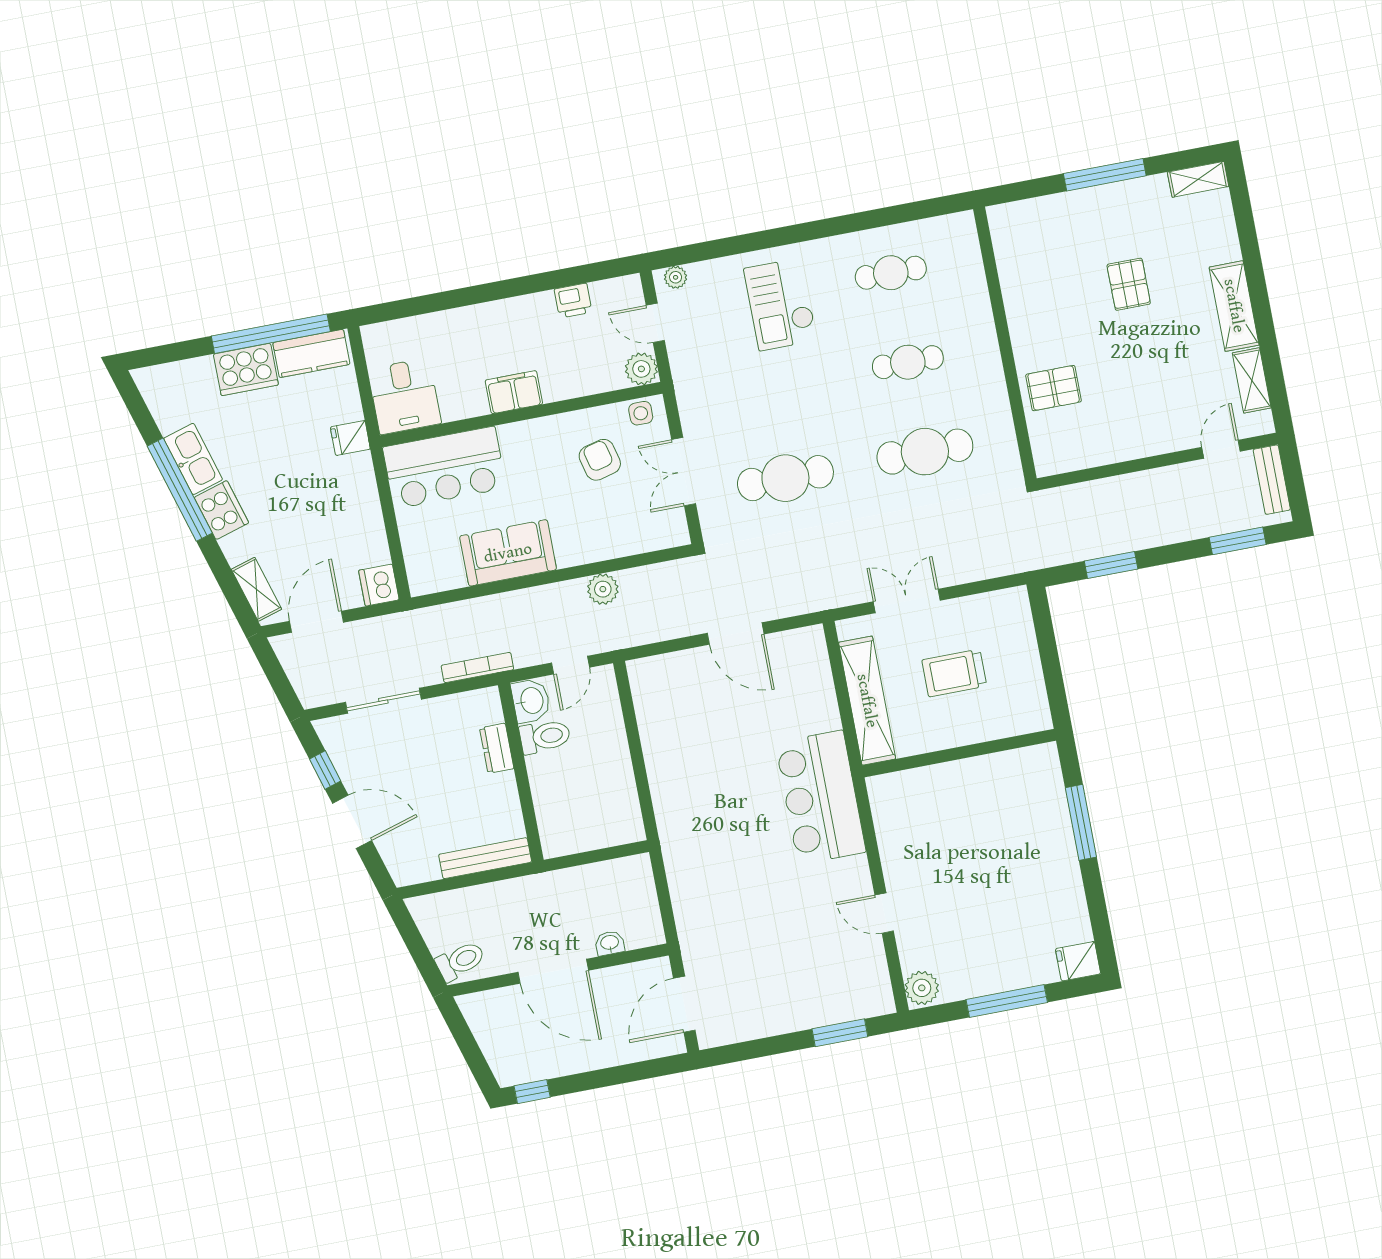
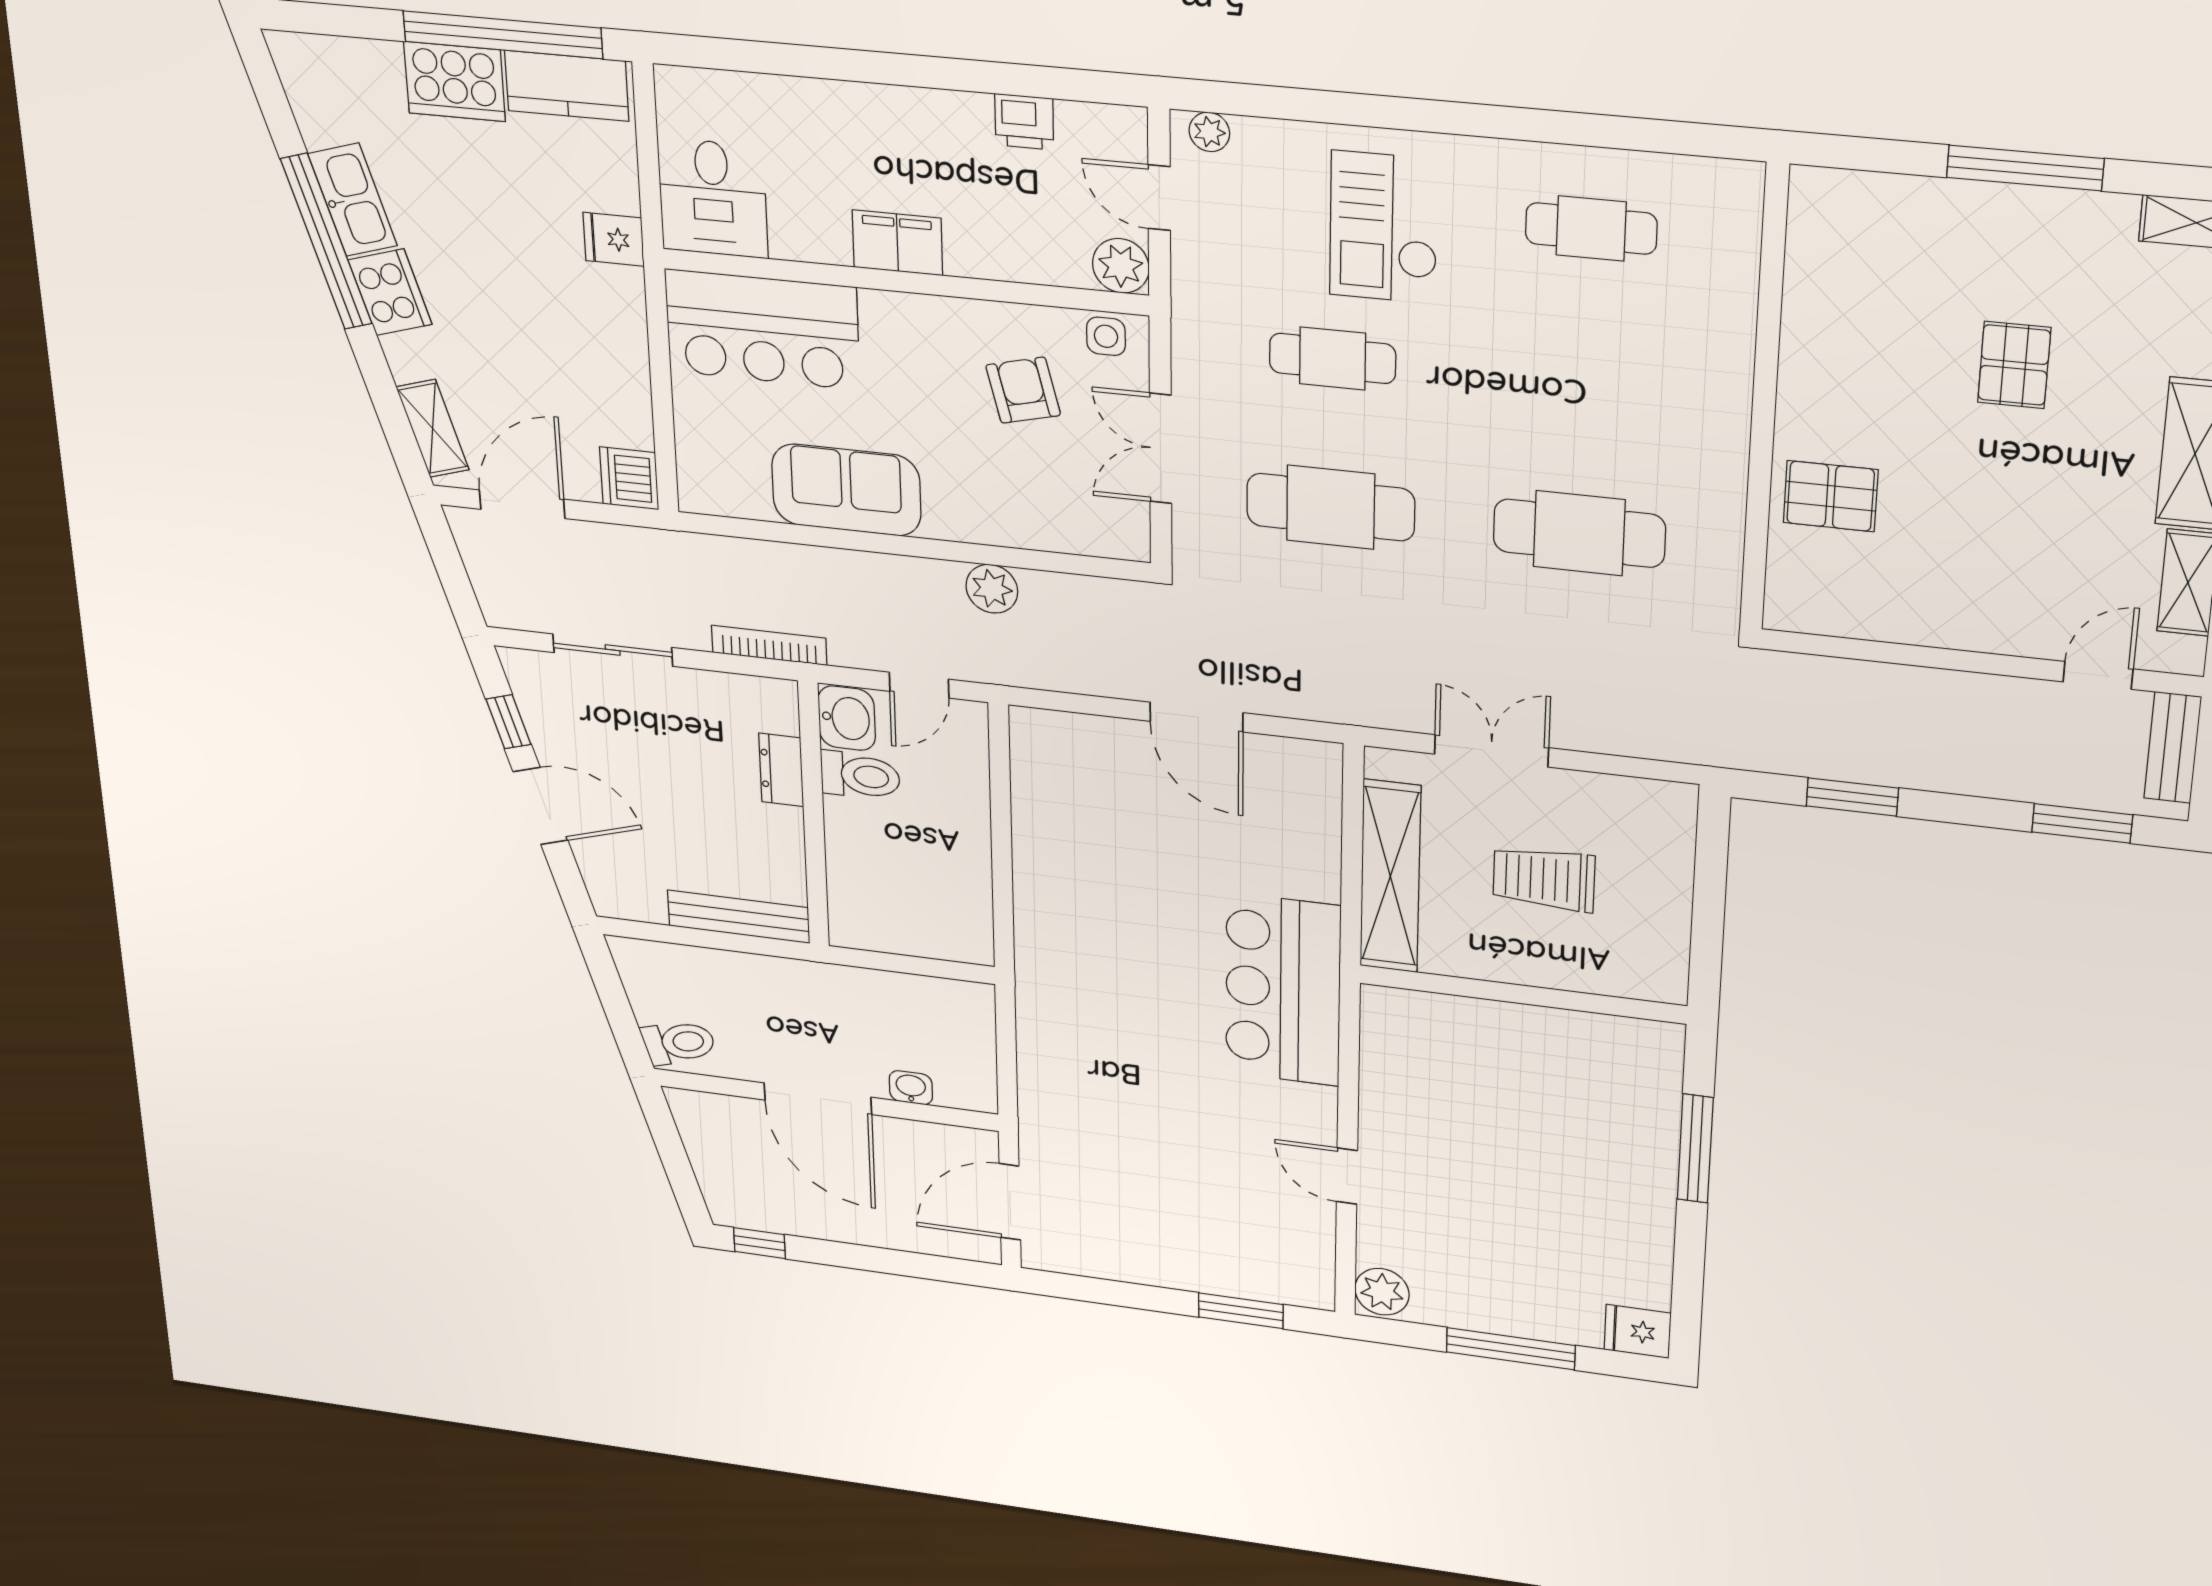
cafe table: (908, 362) -> (1333, 358), moved

